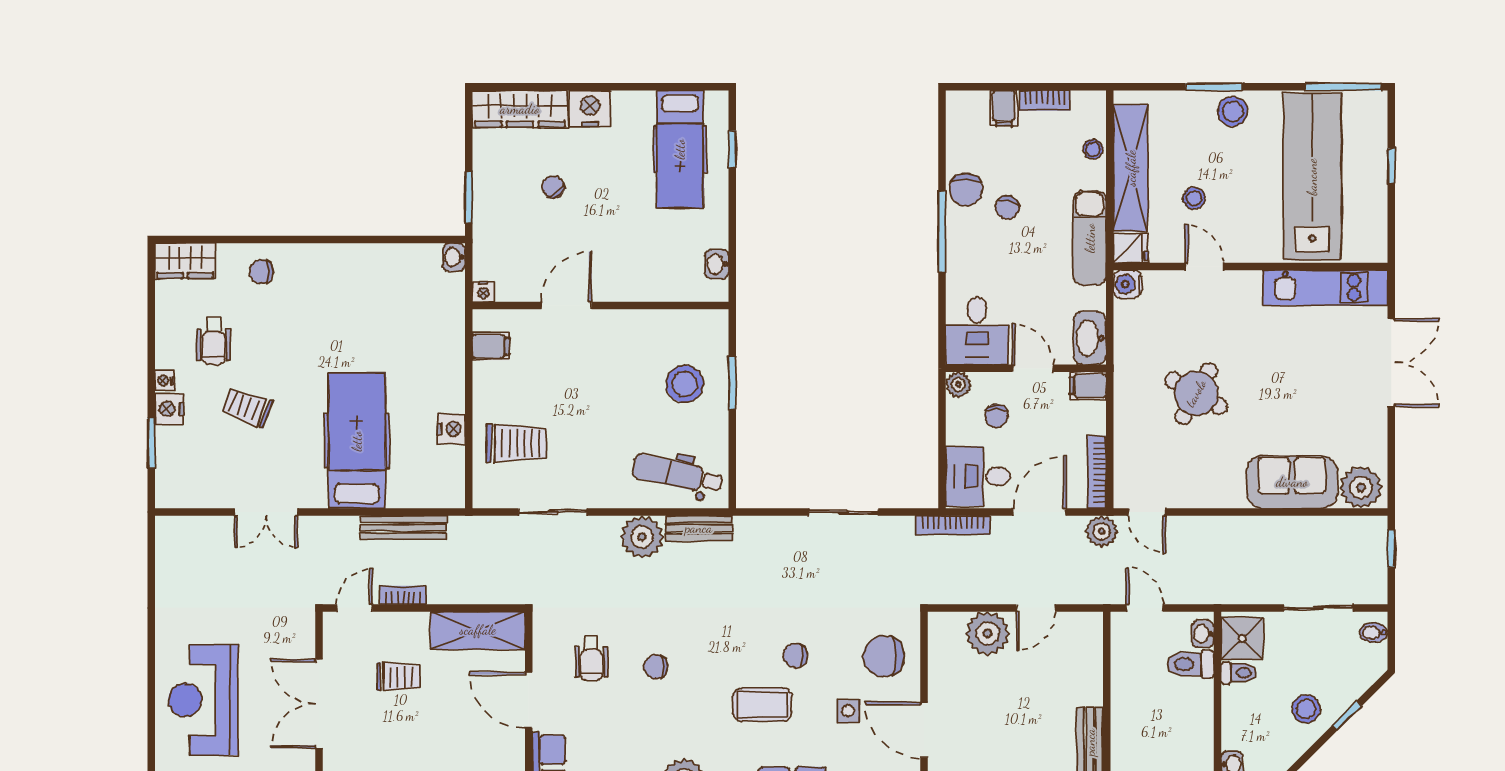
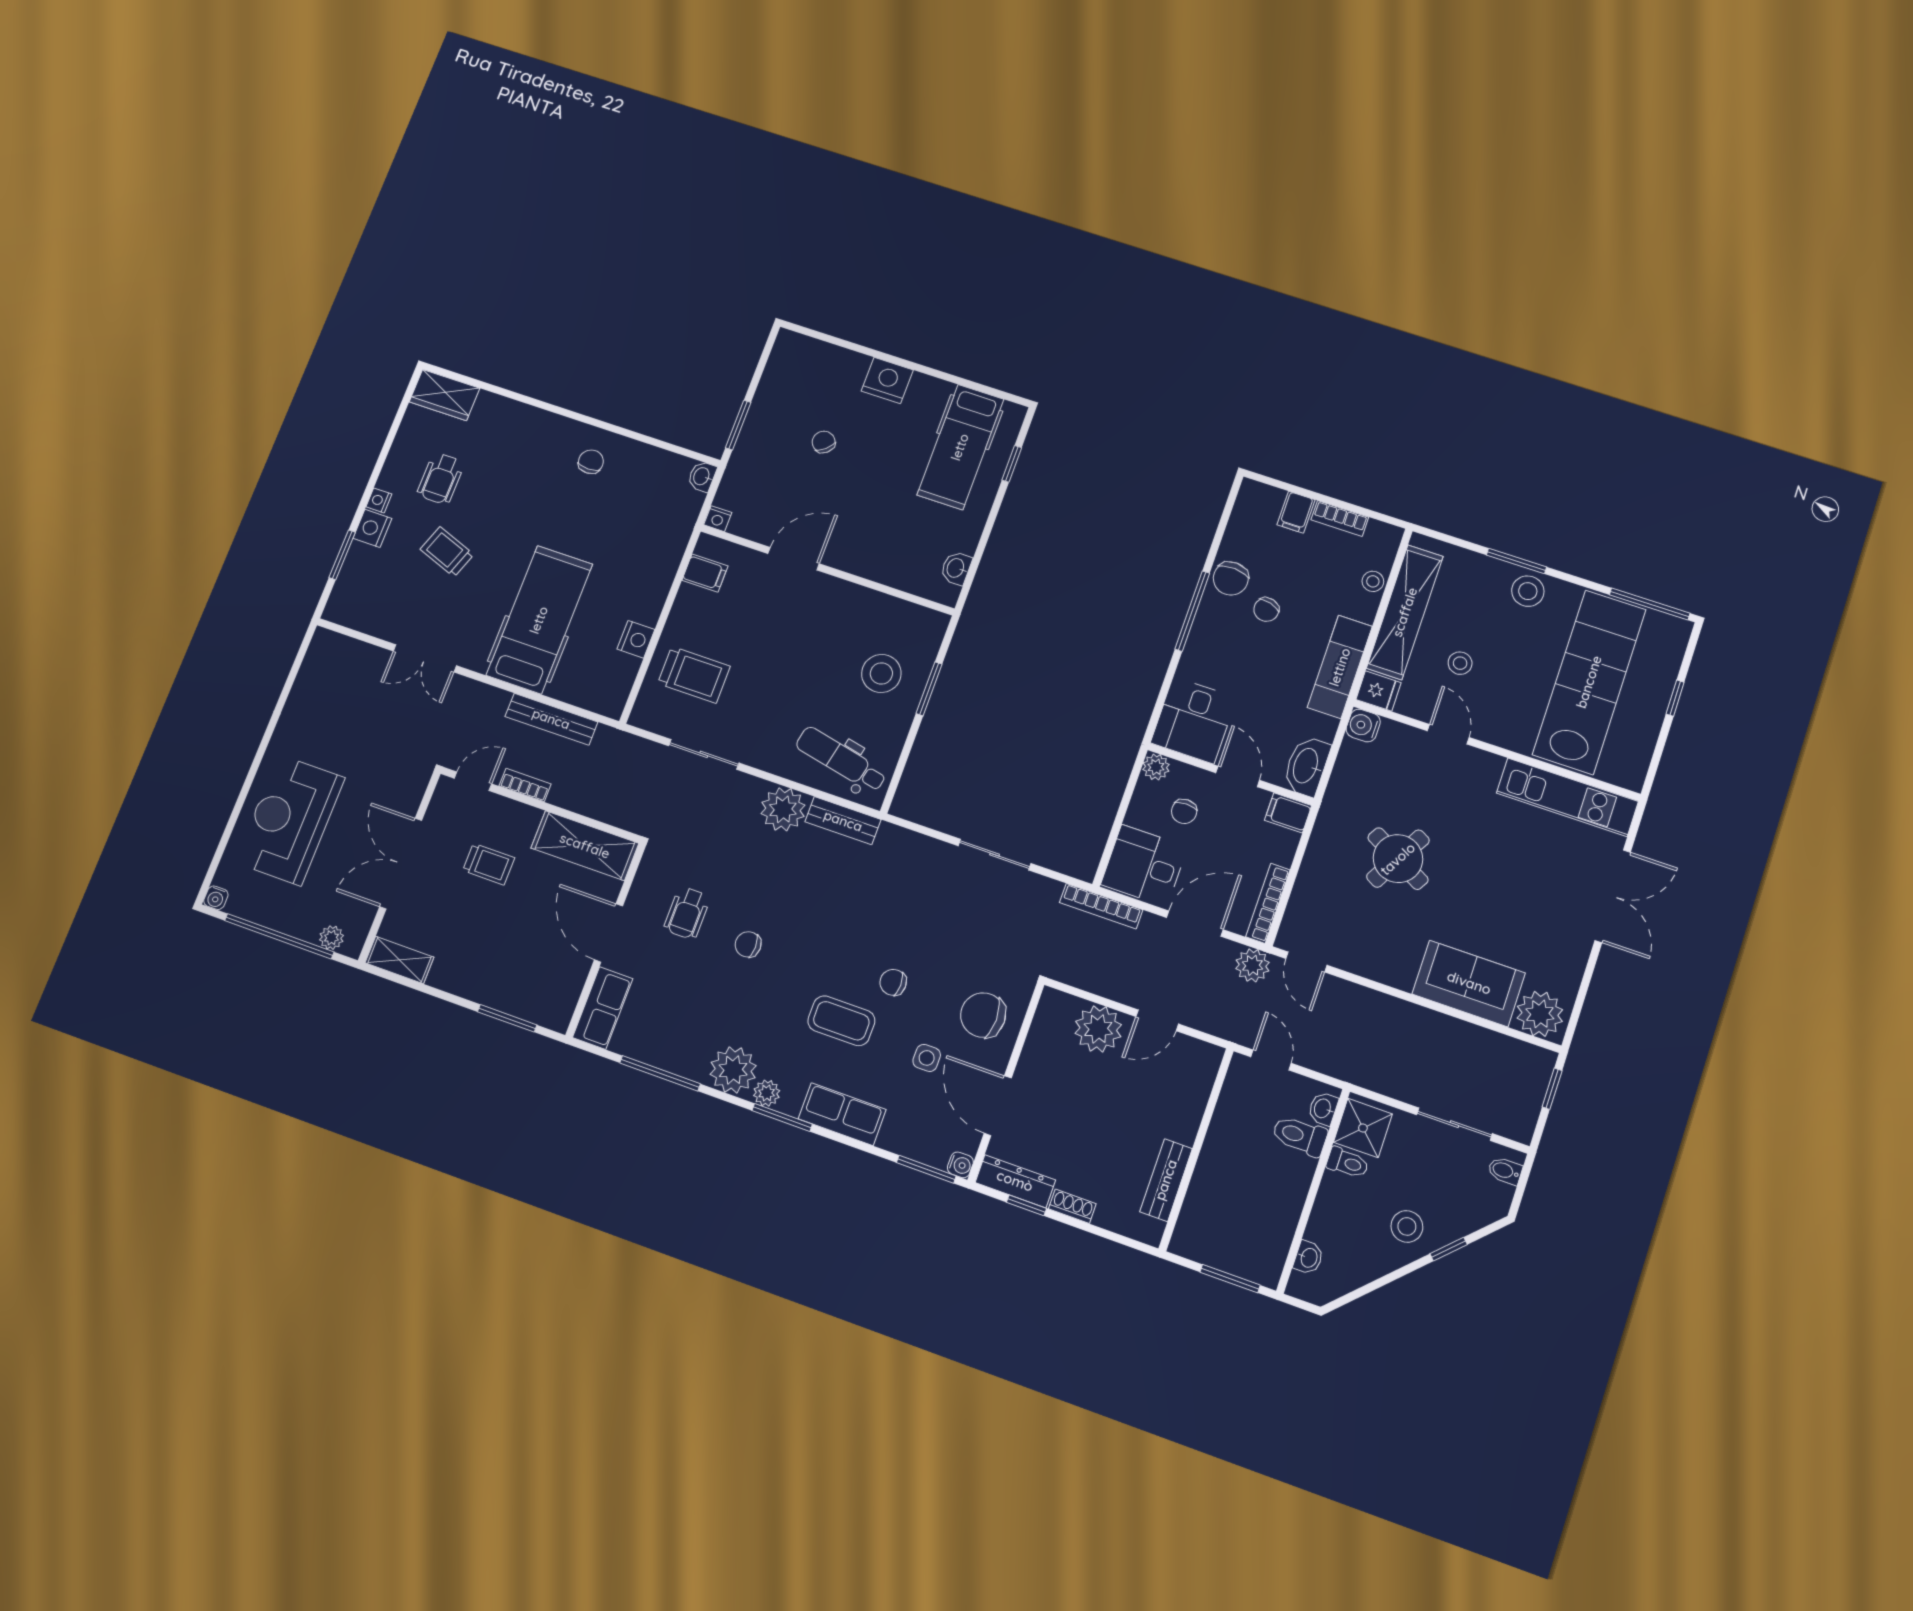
wardrobe: (520, 109) -> (819, 359), removed
chair: (261, 272) -> (591, 462), moved, turned 90

